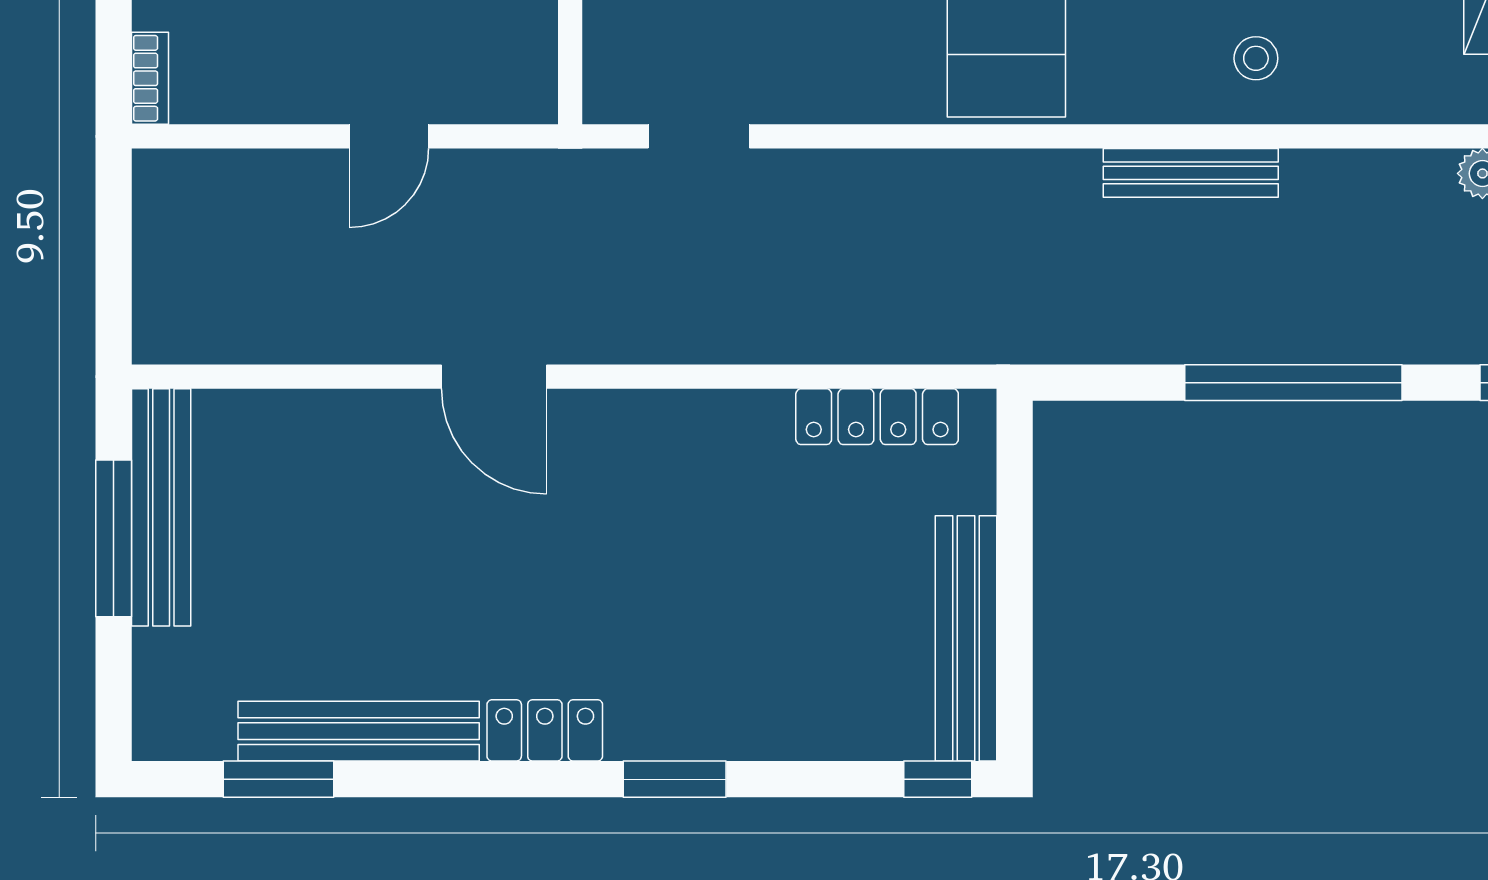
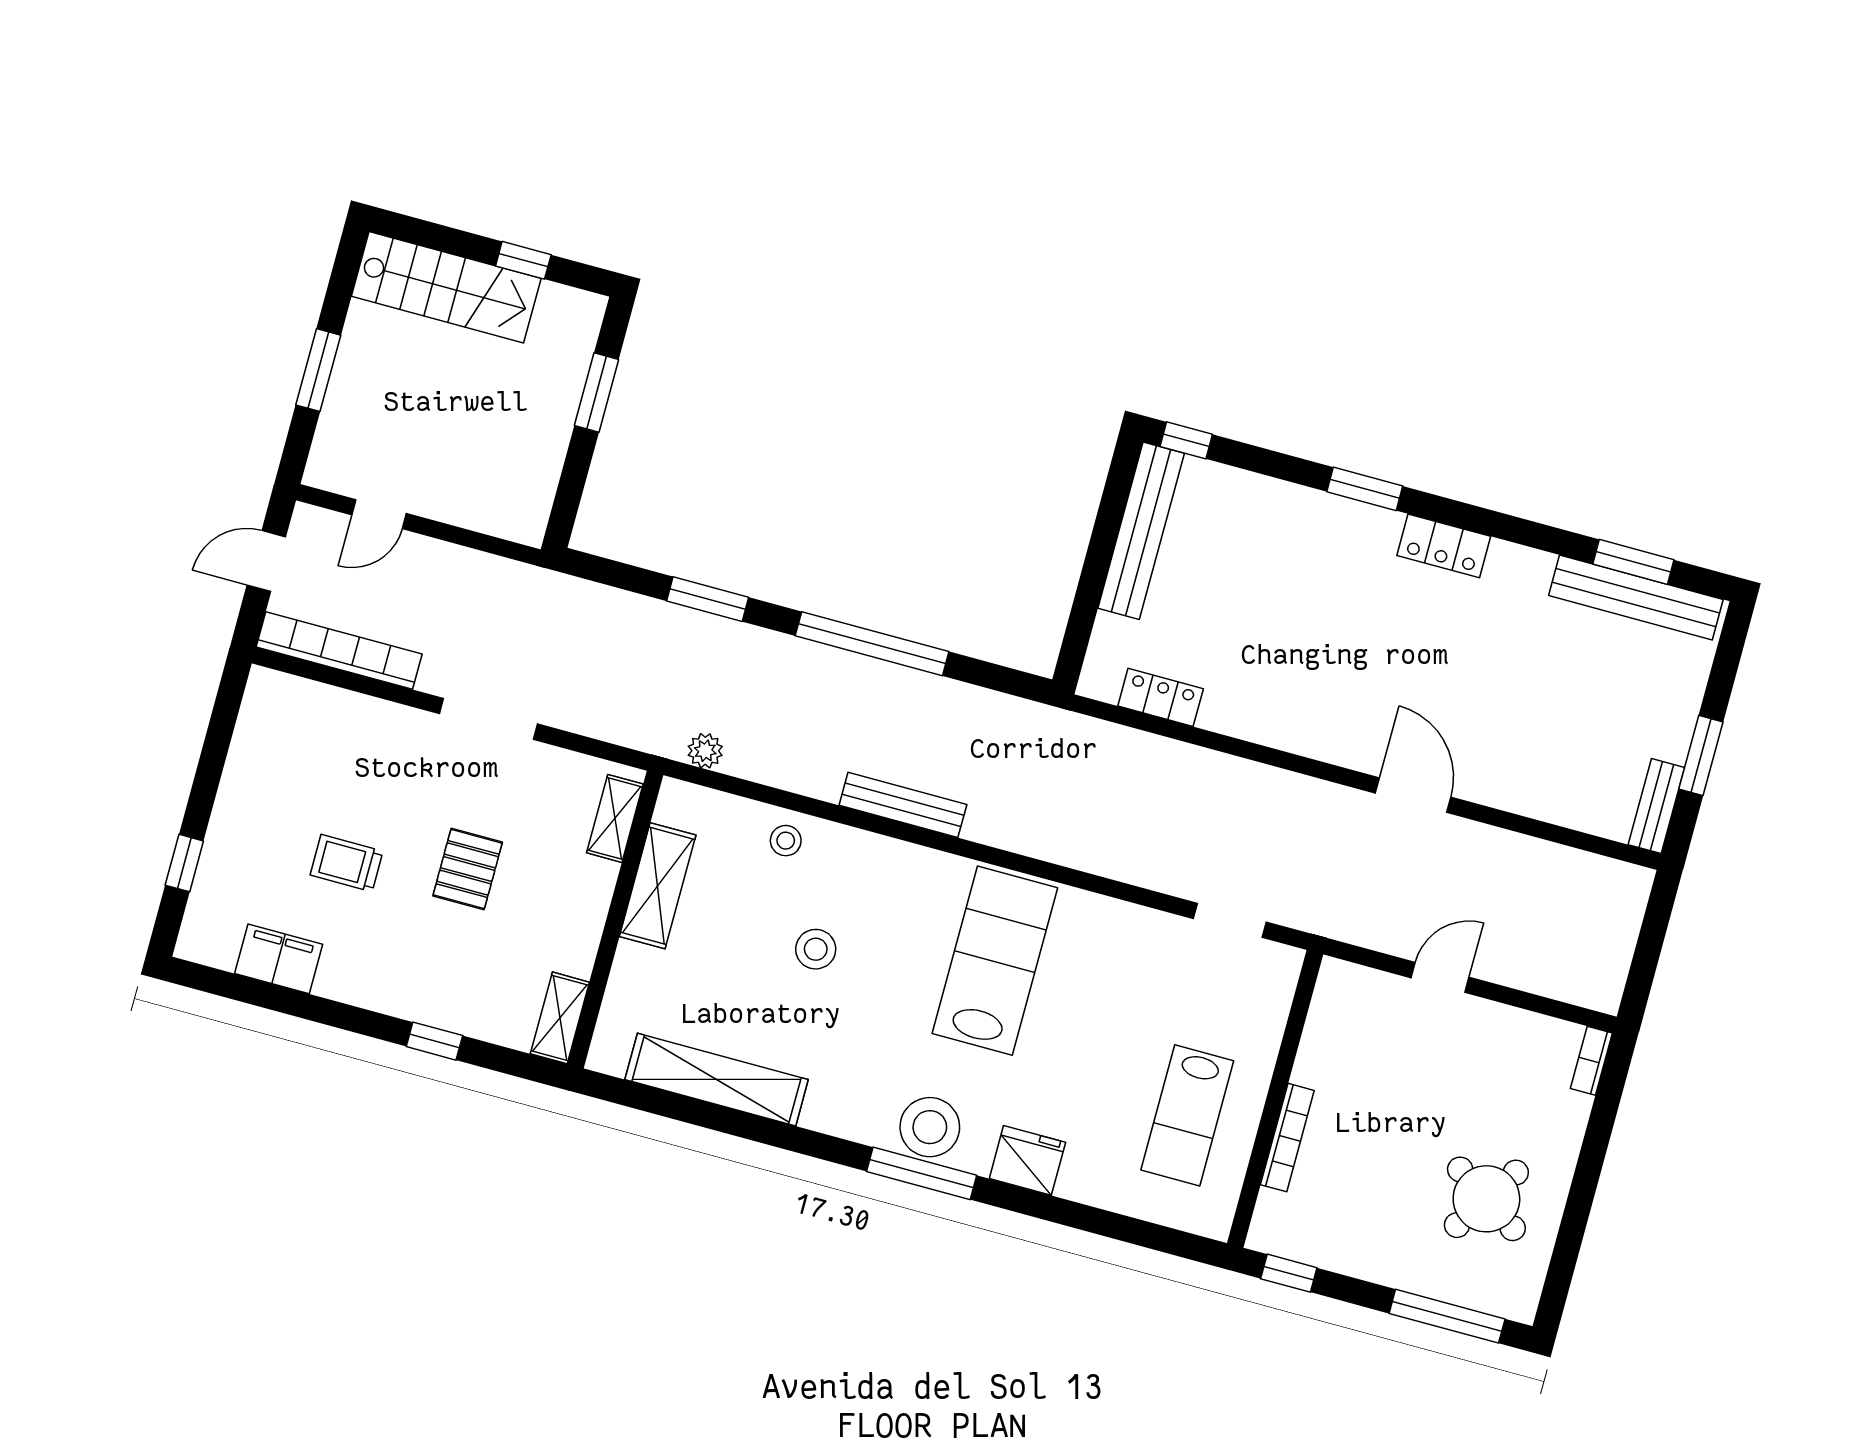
stool: (1256, 58) -> (786, 841), moved
locker: (877, 417) -> (1161, 697), width x0.66
bench: (161, 507) -> (1656, 806), width x0.54, depth x0.82
window: (114, 538) -> (1701, 756), width x0.69
bench: (359, 731) -> (1636, 598), moved

